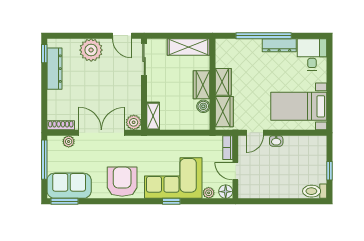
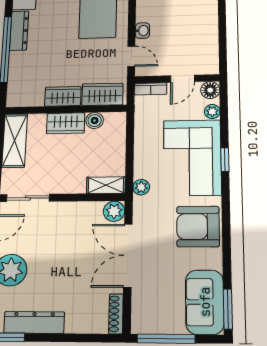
plant: (69, 142) -> (141, 187), moved

